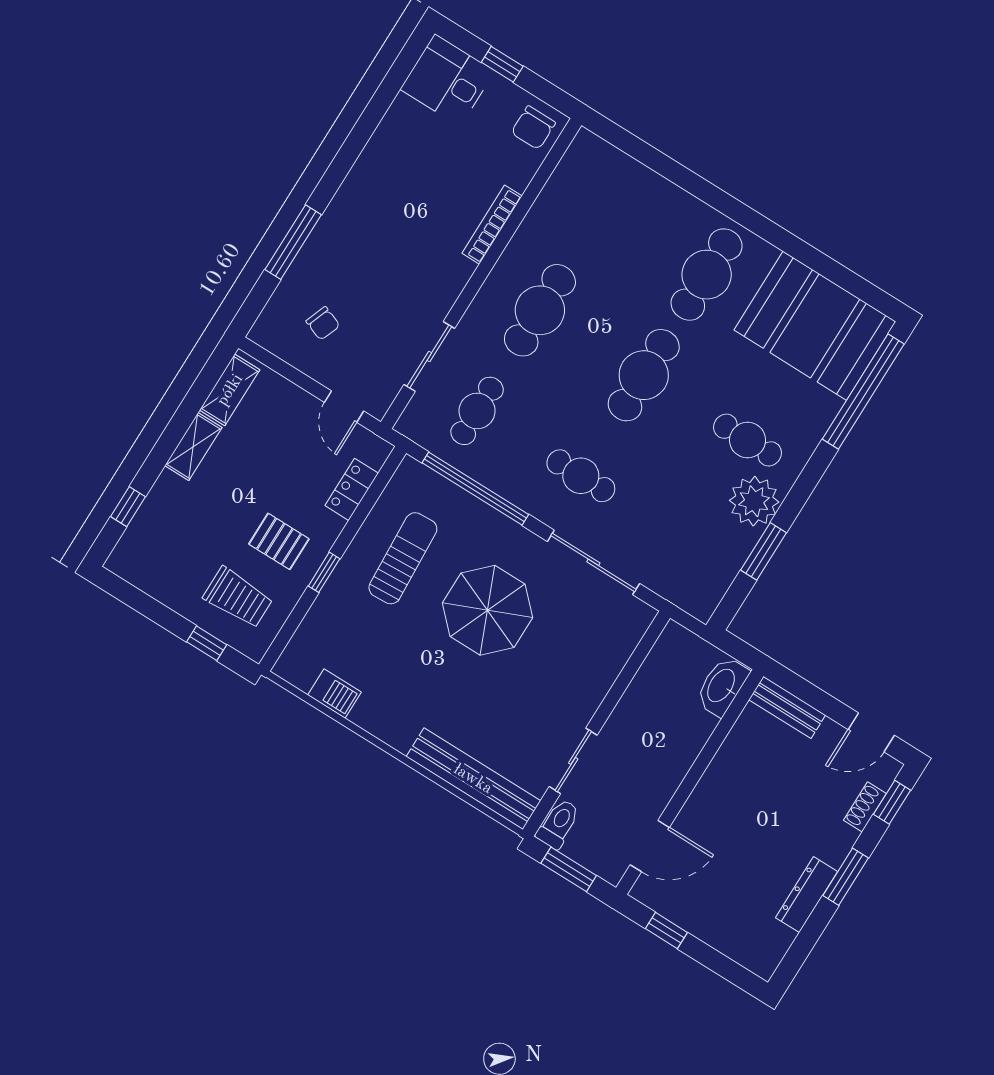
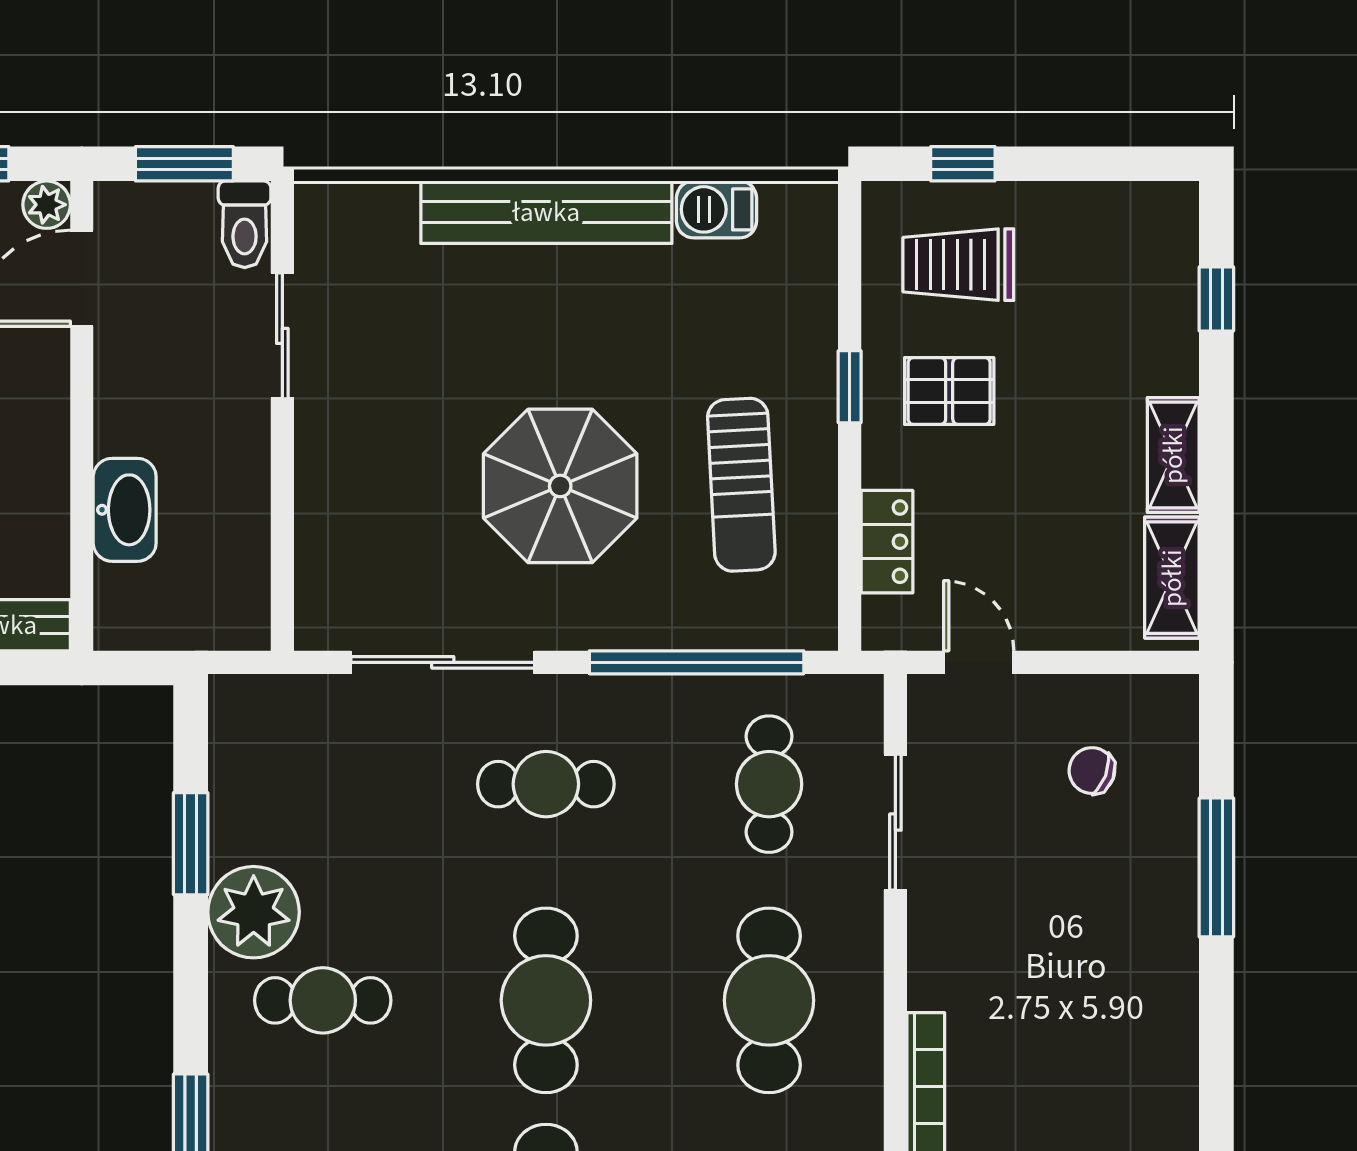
washbasin: (722, 686) -> (125, 510), moved
bench: (473, 779) -> (546, 212), moved
plant: (645, 890) -> (47, 205), added

